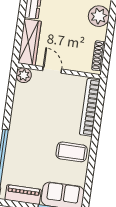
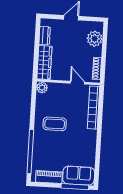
door: (52, 70) -> (77, 83), moved
coffee table: (72, 152) -> (55, 124), moved

